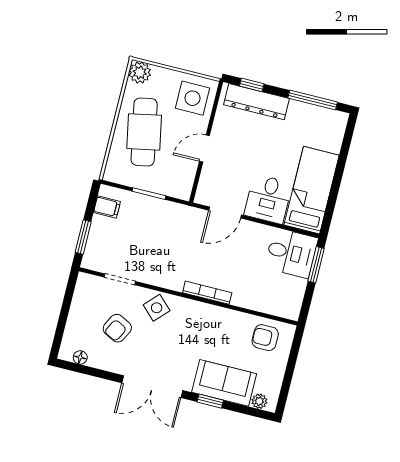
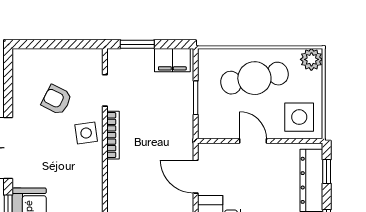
filing cabinet: (107, 207) -> (172, 60), width x2.00
bookcase: (207, 293) -> (113, 135), moved
side table: (157, 308) -> (86, 133), turned 38
floor lamp: (80, 357) -> (19, 71), removed

